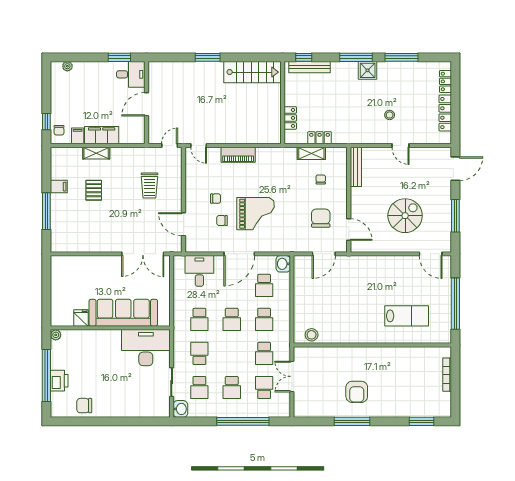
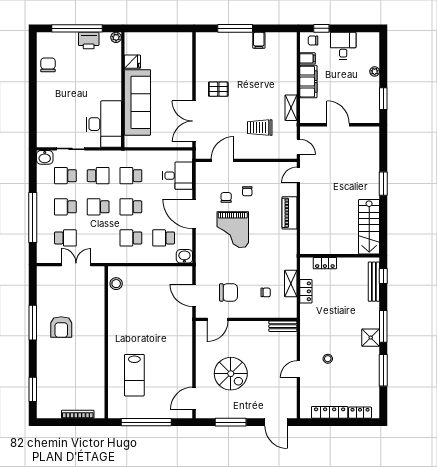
plant: (67, 66) -> (375, 71), moved
desk: (131, 74) -> (343, 46), moved, turned 180
shelving: (96, 153) -> (291, 108), moved
bench: (356, 167) -> (283, 326), width x0.73
pallet: (94, 190) -> (218, 89), moved
school desk: (264, 353) -> (98, 207), moved
printer: (59, 381) -> (89, 41), moved
armchair: (357, 392) -> (61, 327), turned -90

